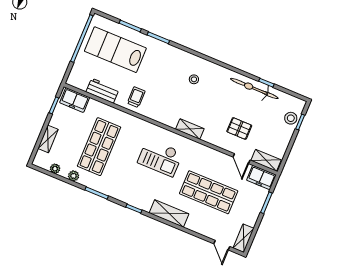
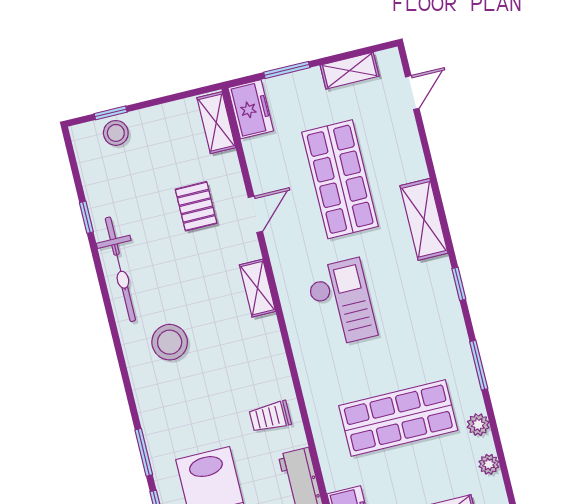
stool: (194, 79) -> (170, 342), width x1.89, depth x1.89
bicycle: (254, 88) -> (120, 269), moved
door: (242, 159) -> (255, 214), moved
shelving: (243, 238) -> (350, 71), moved

